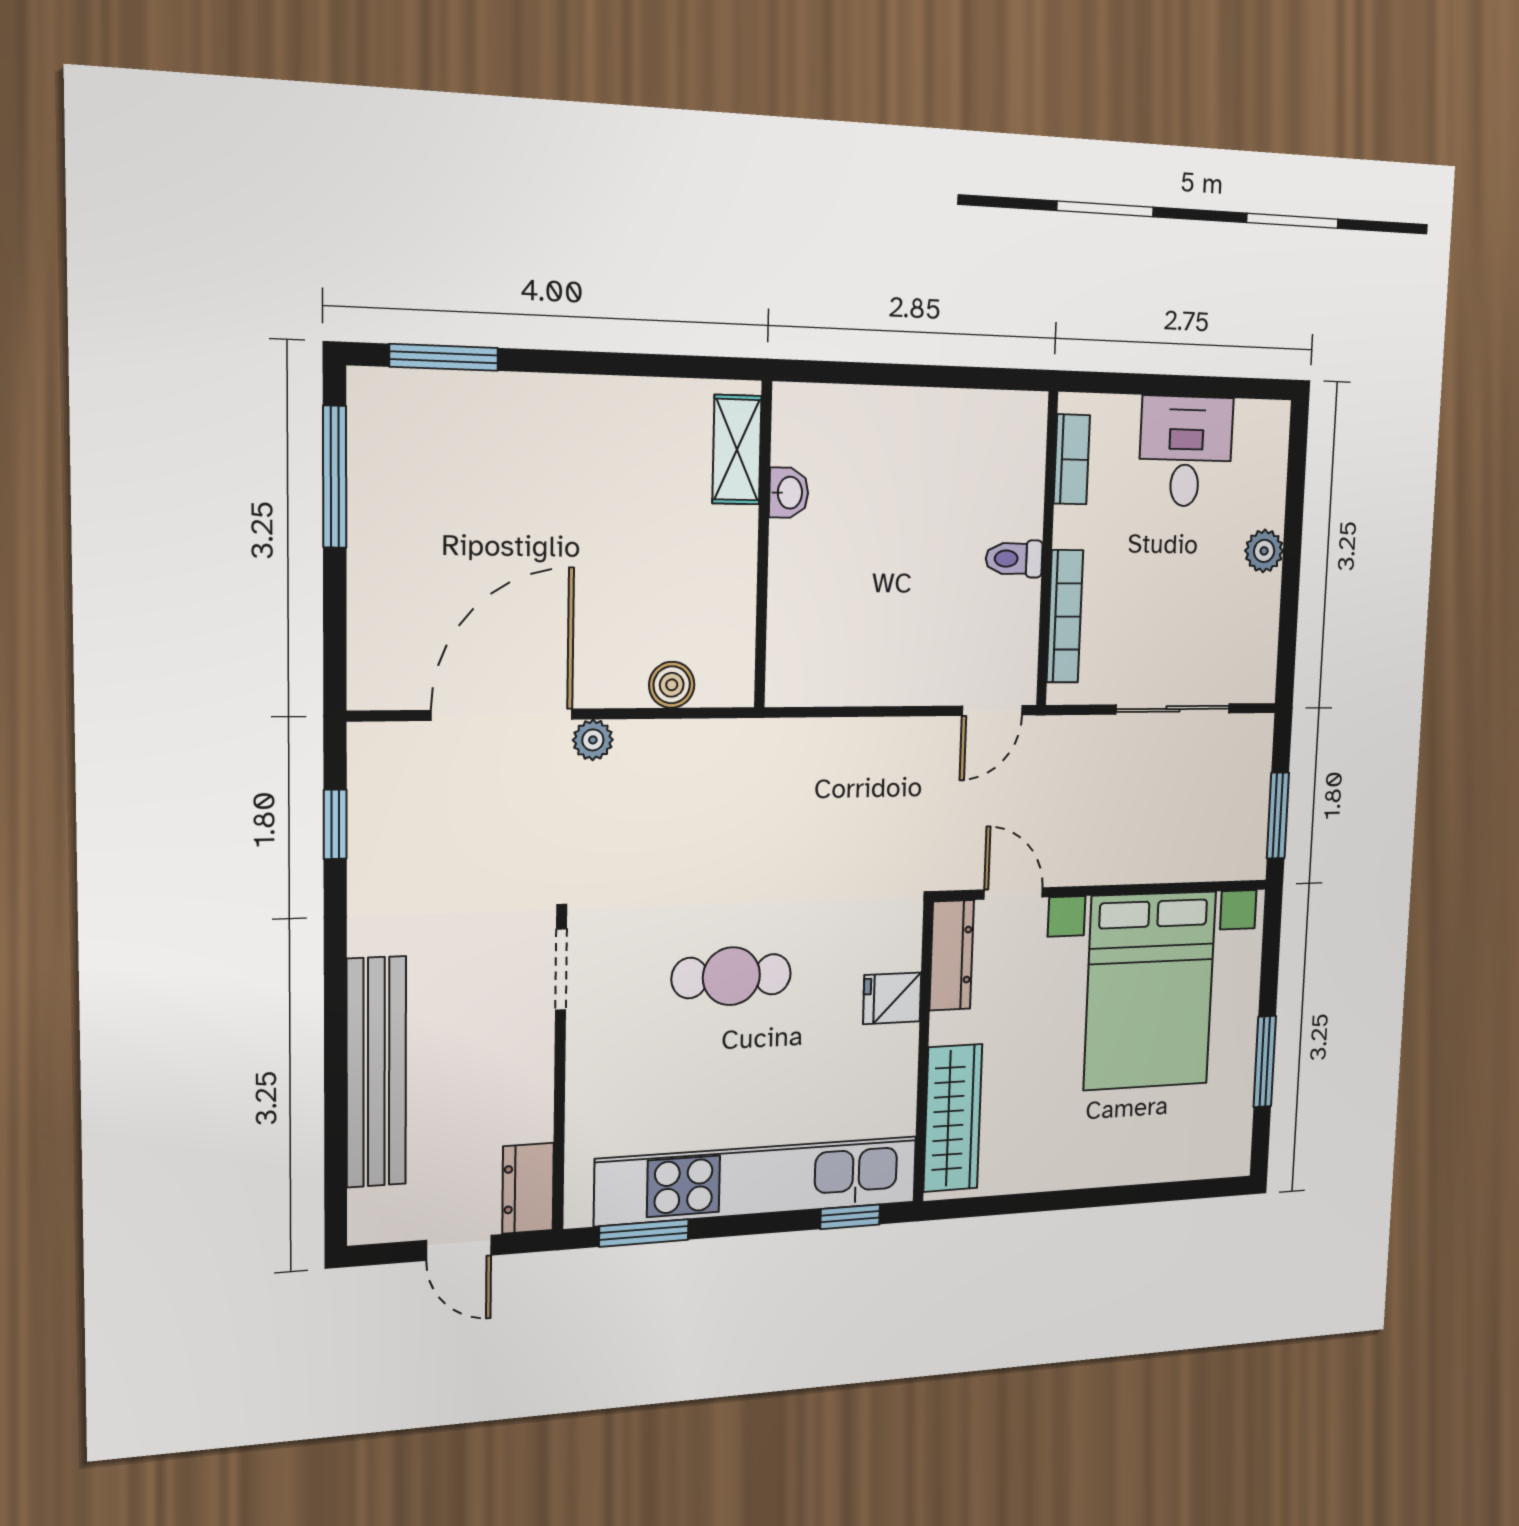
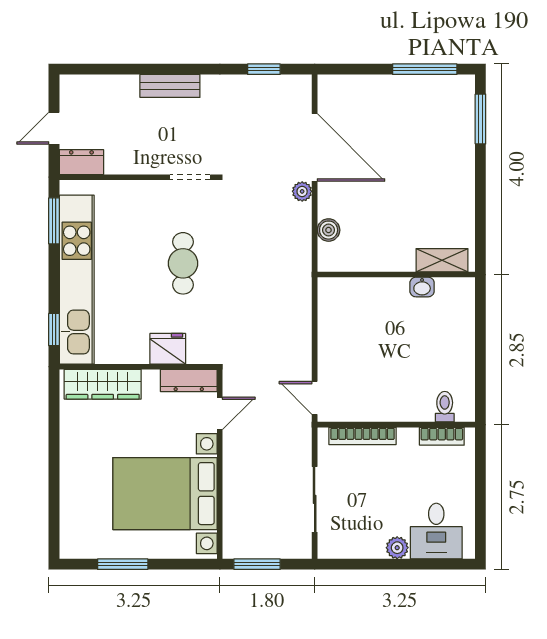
desk: (1186, 451) -> (436, 531), moved, turned 90
toilet: (1014, 559) -> (445, 407), moved
fridge: (892, 998) -> (168, 349), width x1.38
bench: (376, 1072) -> (170, 86), width x0.54, depth x0.82

